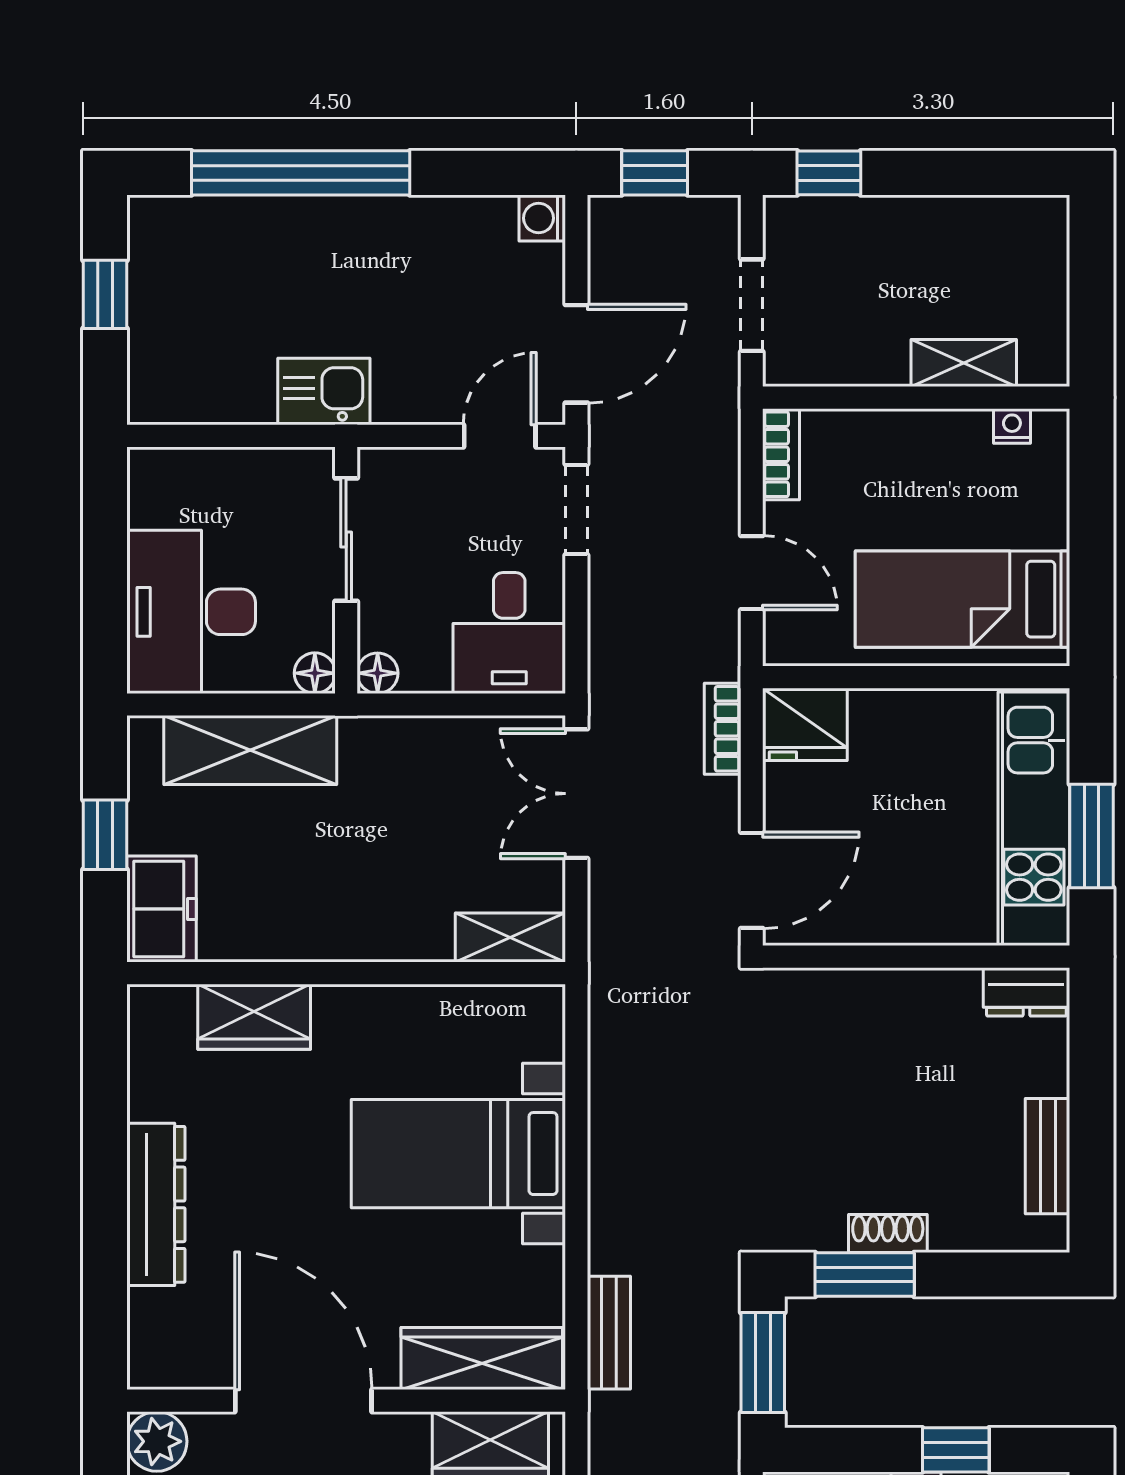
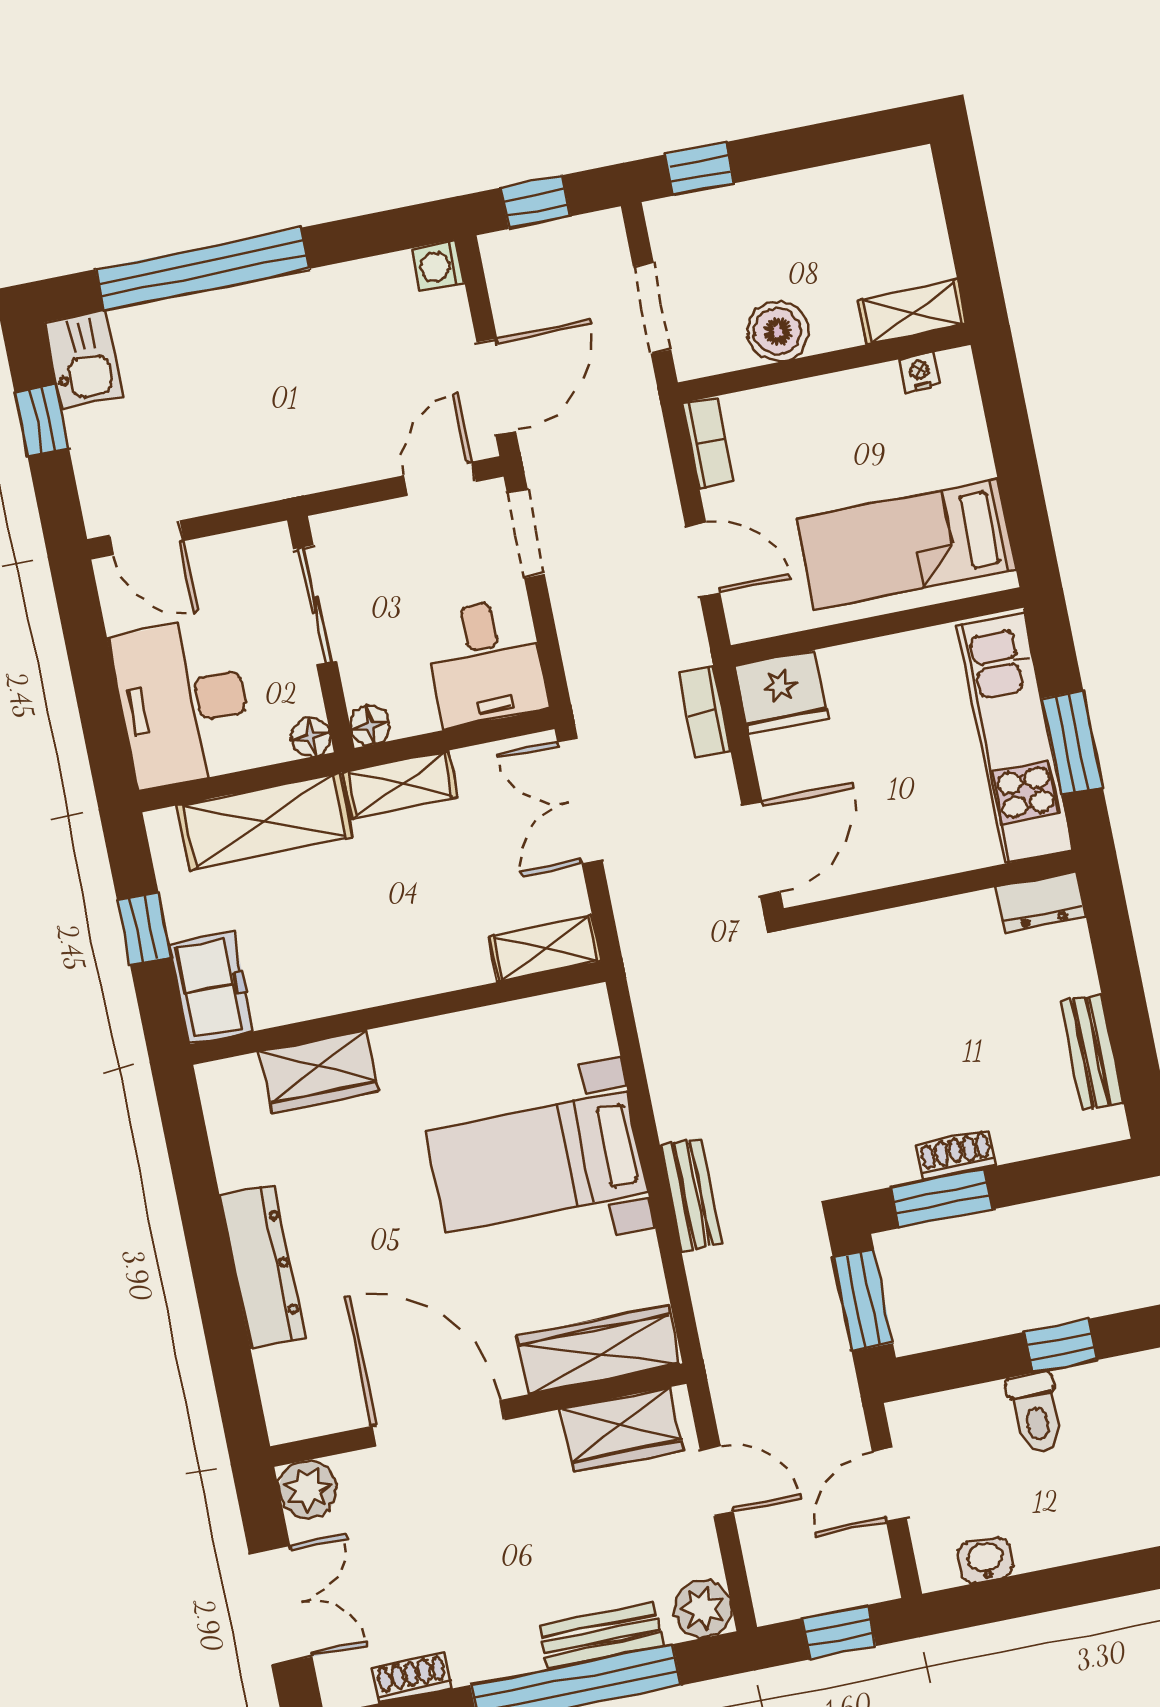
boiler: (875, 355) -> (778, 331), added
shelving: (964, 363) -> (913, 312), moved
kitchen sink: (324, 392) -> (84, 360), moved, turned 90
door: (188, 436) -> (147, 538), added
shelving: (397, 740) -> (400, 785), added
bench: (609, 1333) -> (691, 1195), moved

